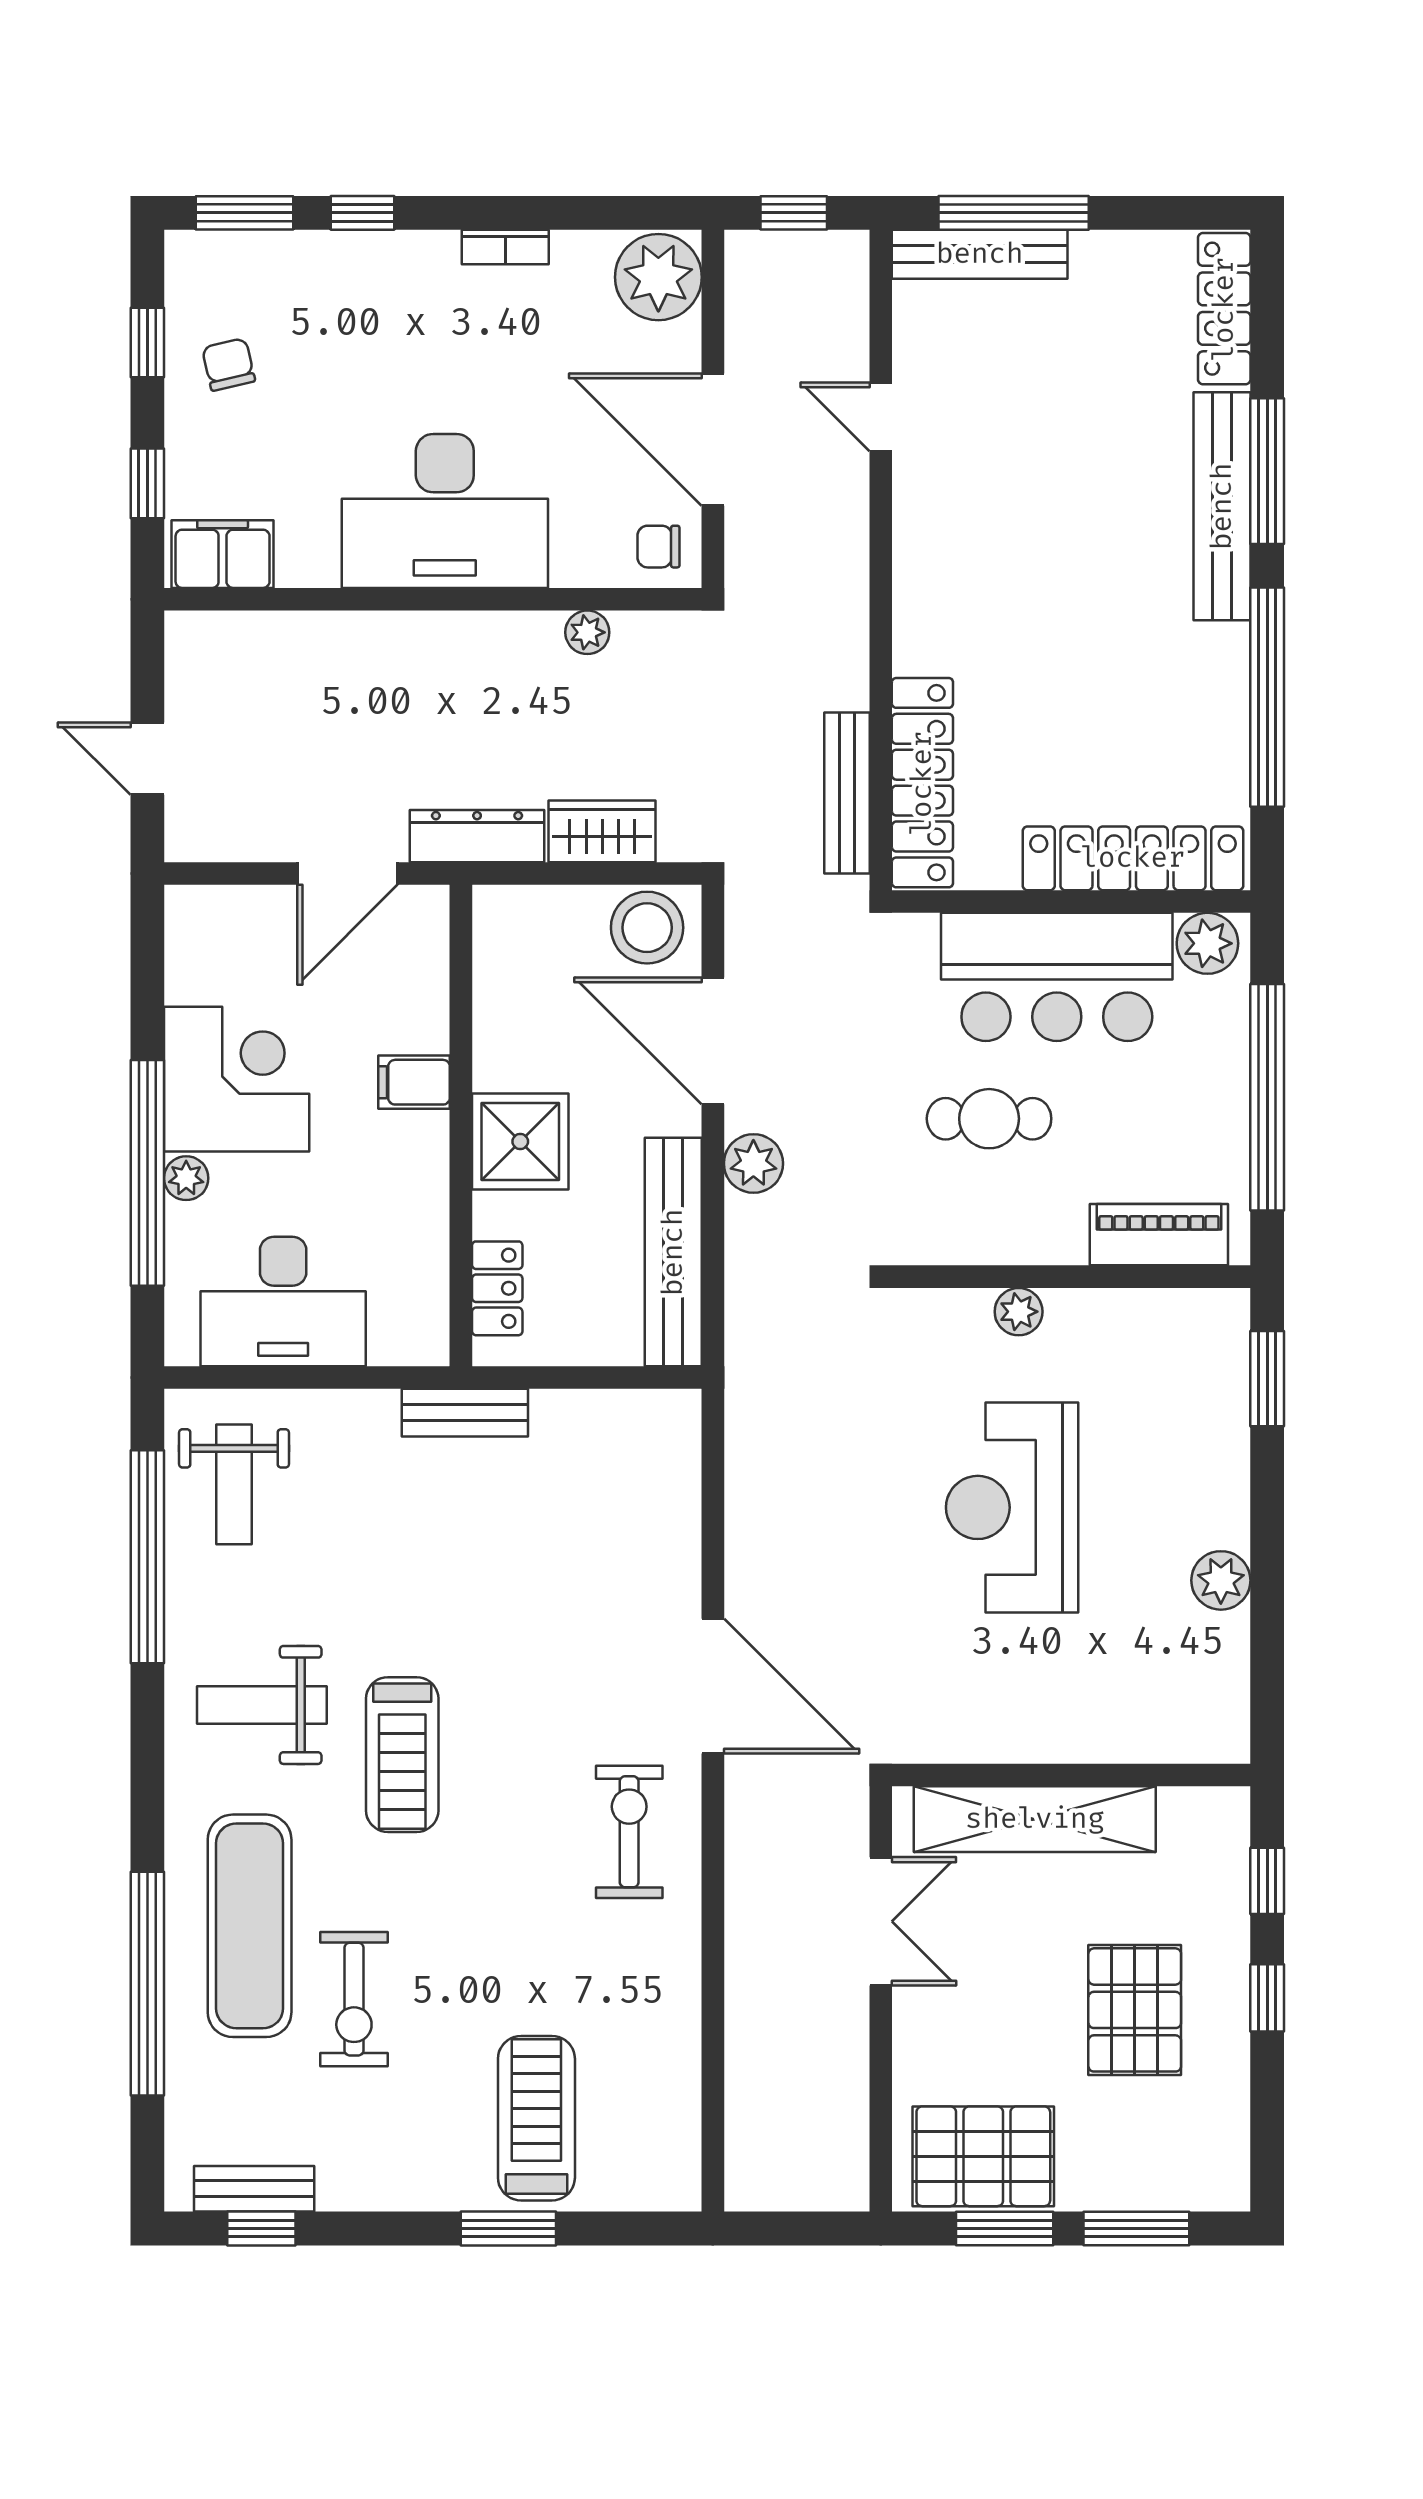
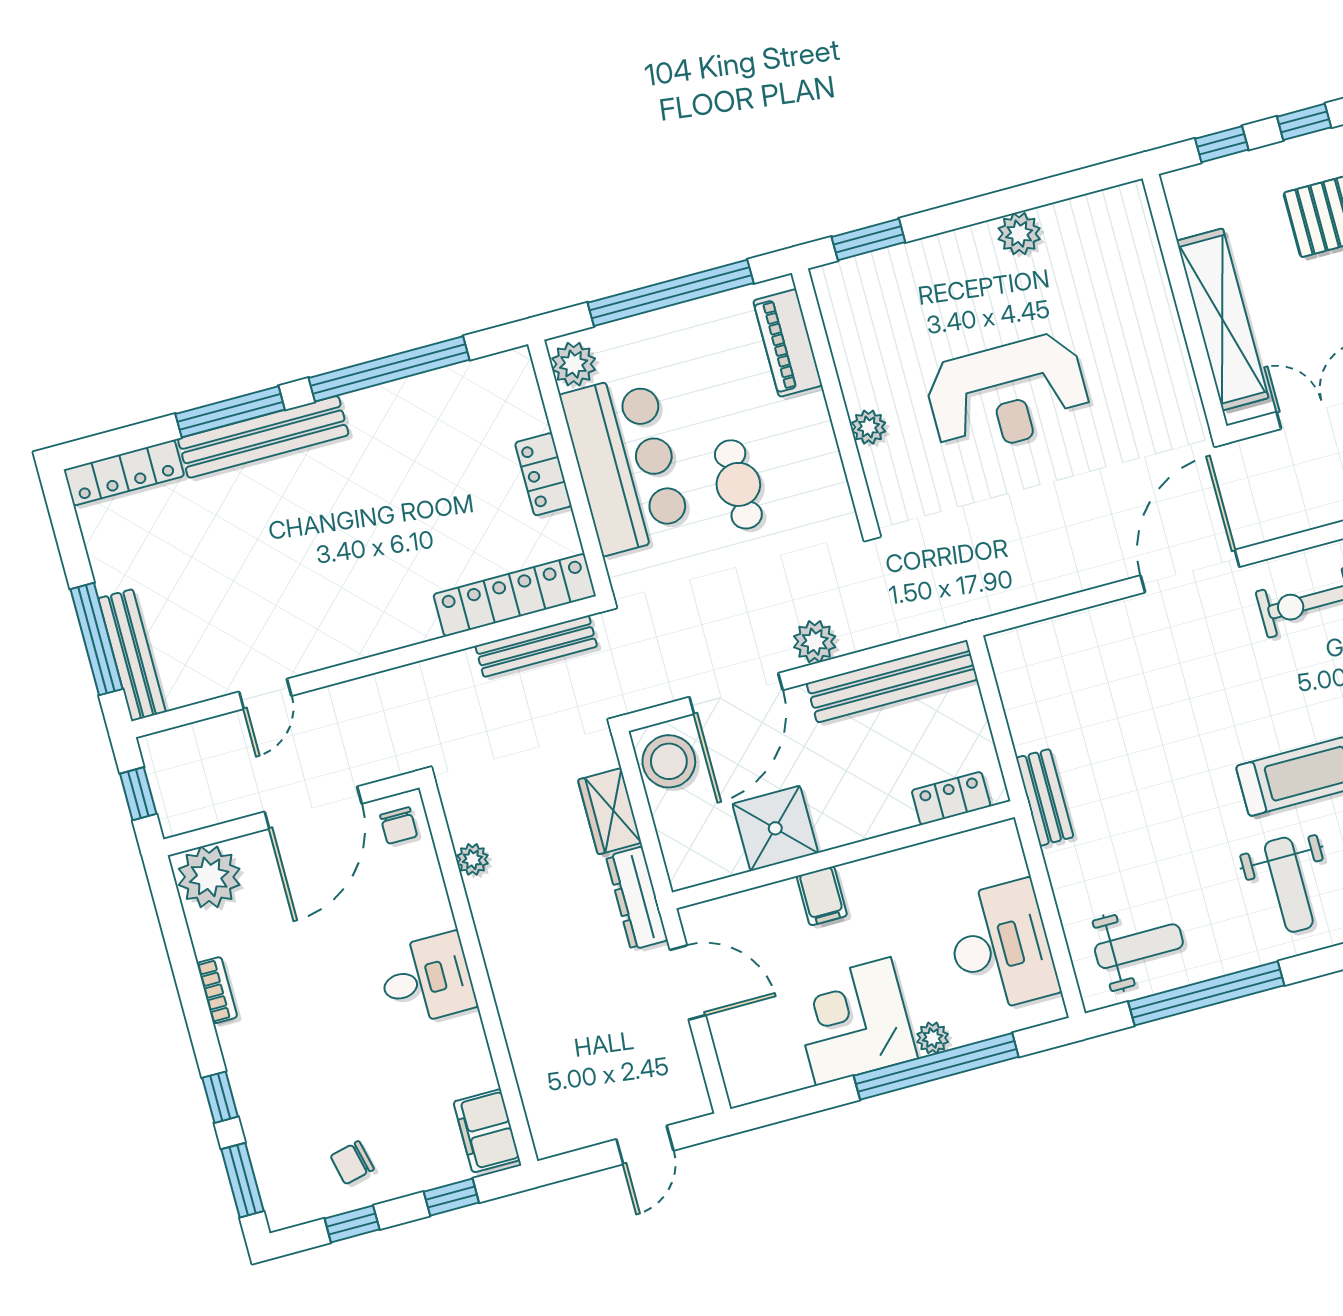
desk: (445, 511) -> (427, 979), width x0.53, depth x0.77
locker: (1133, 858) -> (543, 474), width x0.46, depth x0.83
shower: (520, 1141) -> (775, 828), moved

